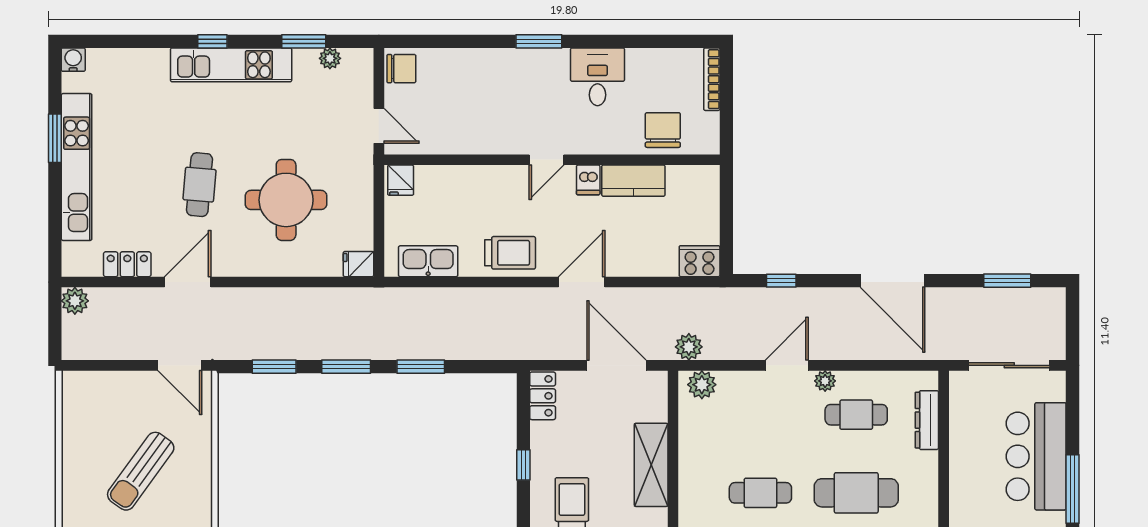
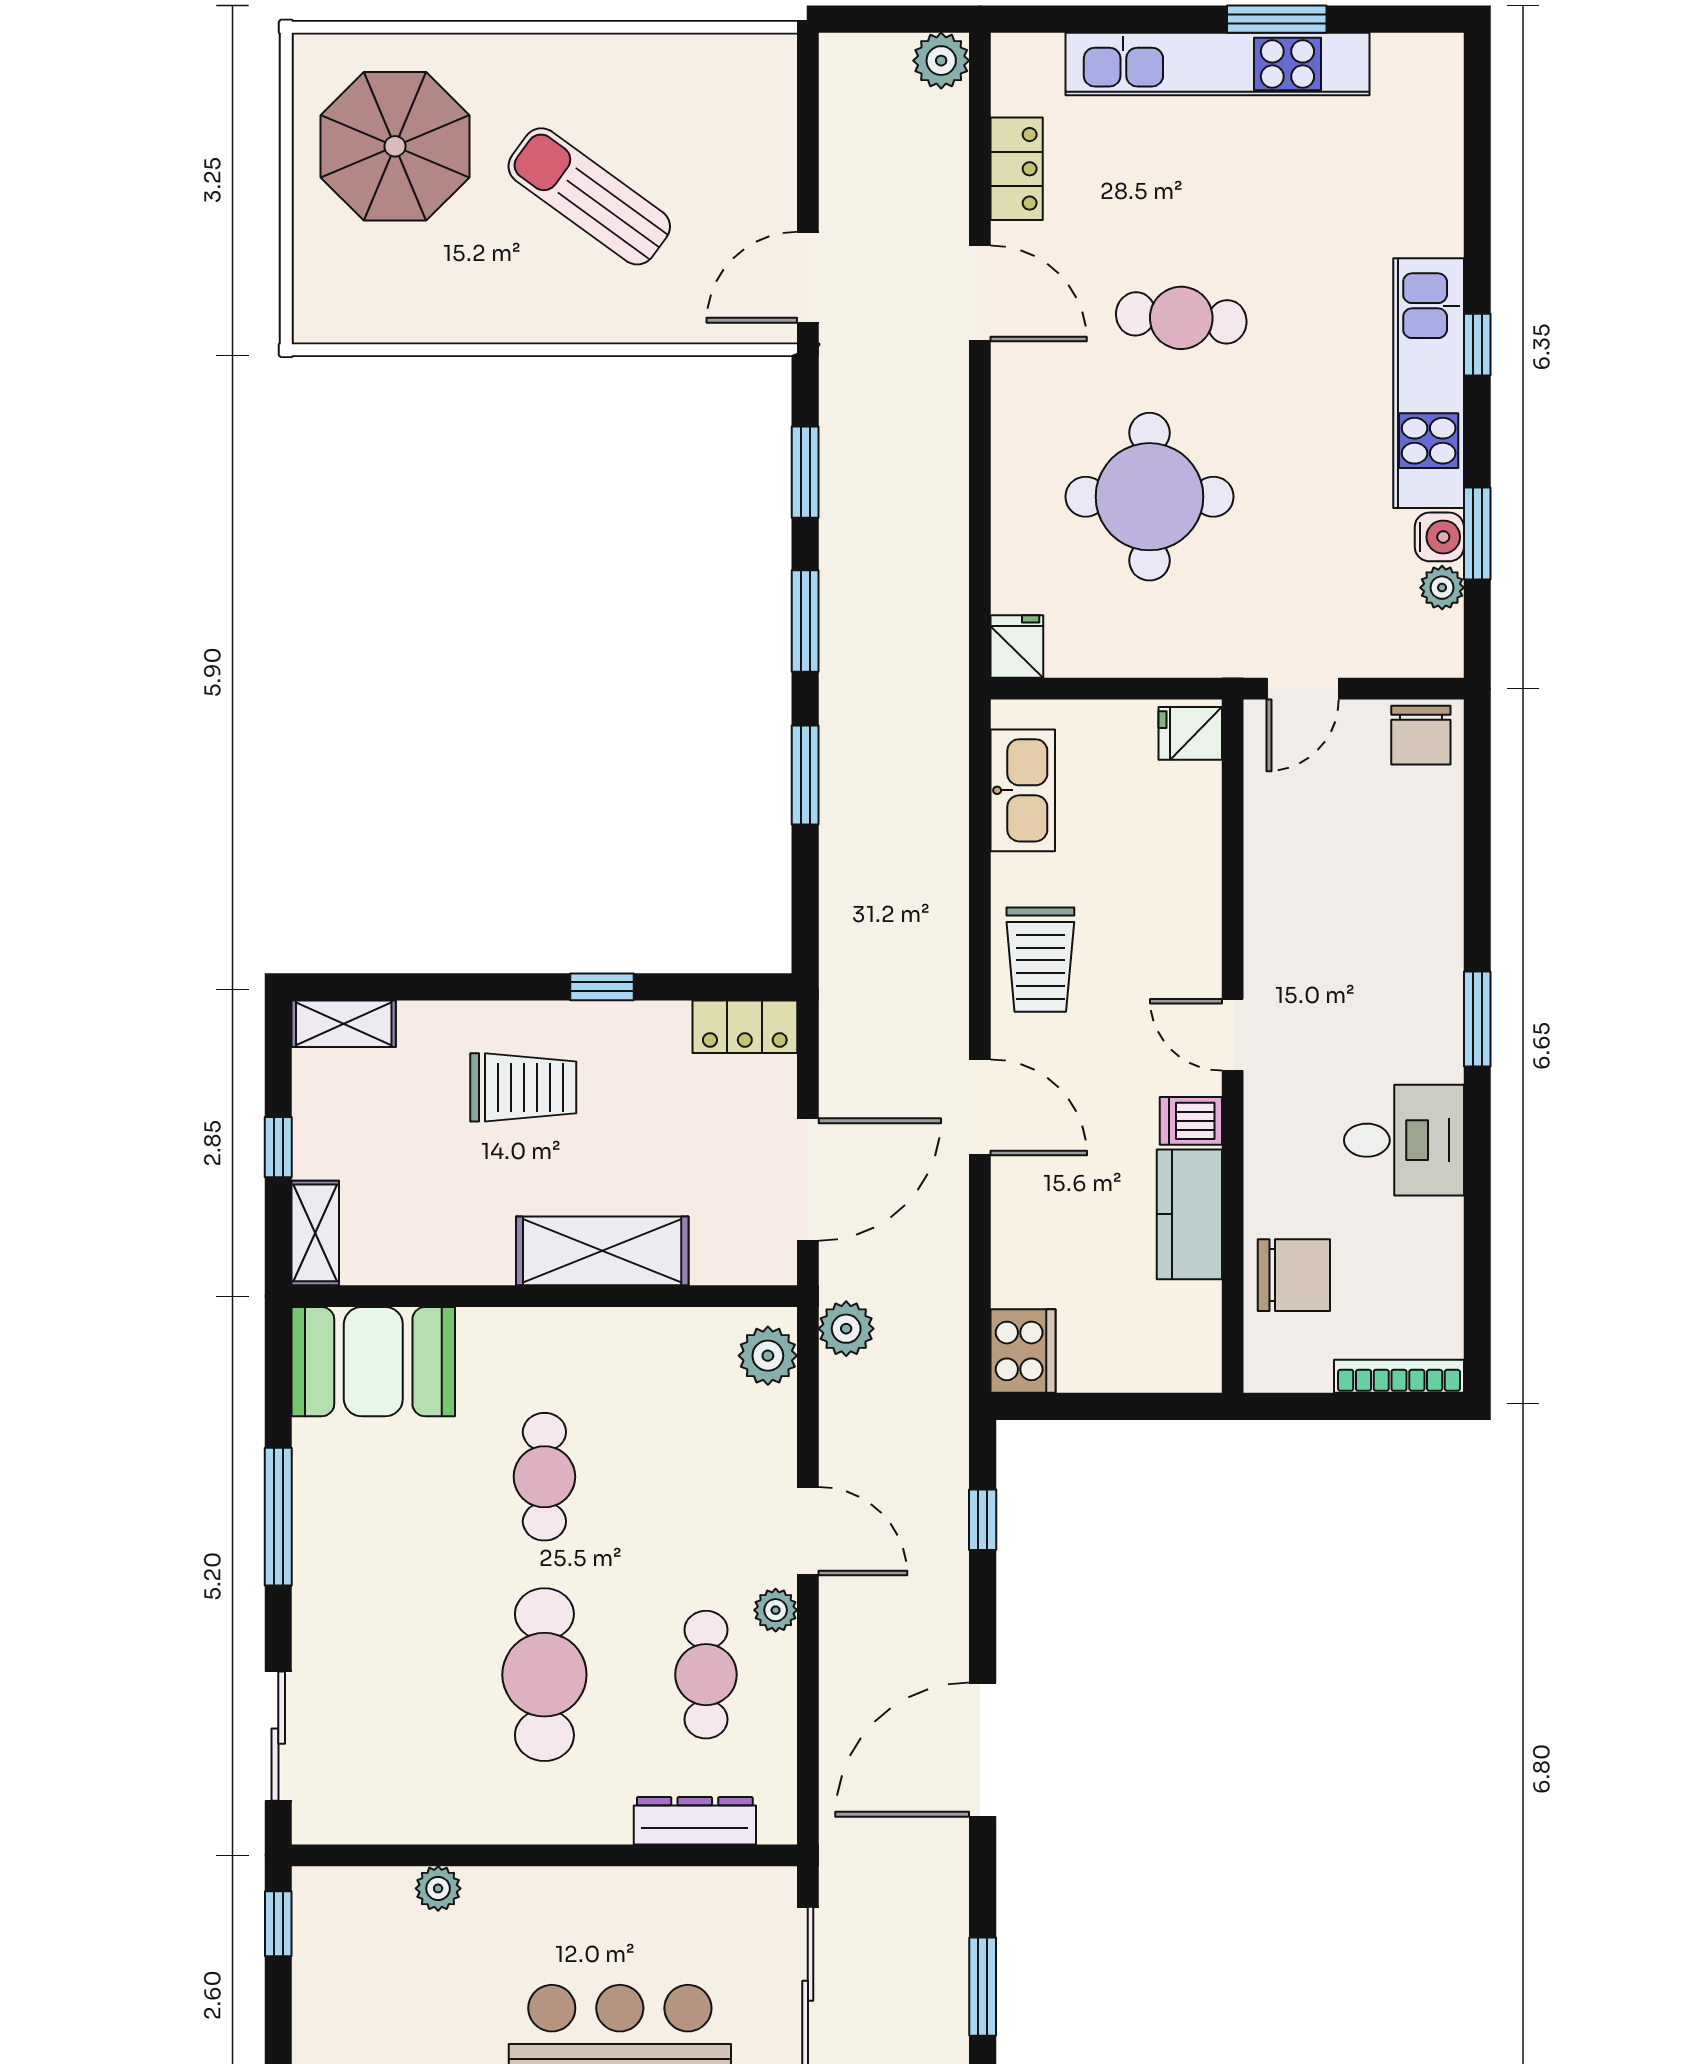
water cooler: (73, 60) -> (1439, 537), moved

